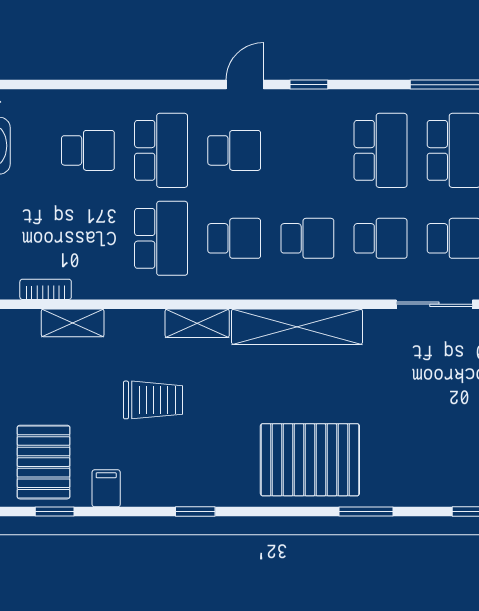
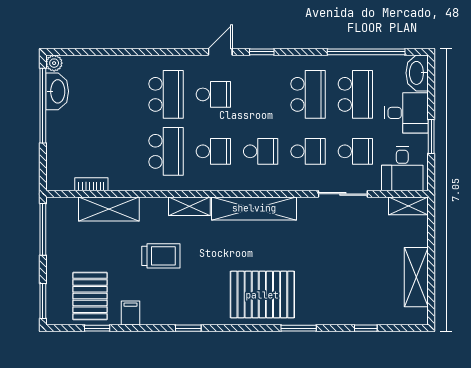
school desk: (88, 150) -> (119, 94), removed
shelving: (73, 323) -> (109, 209), width x1.50, depth x1.33

